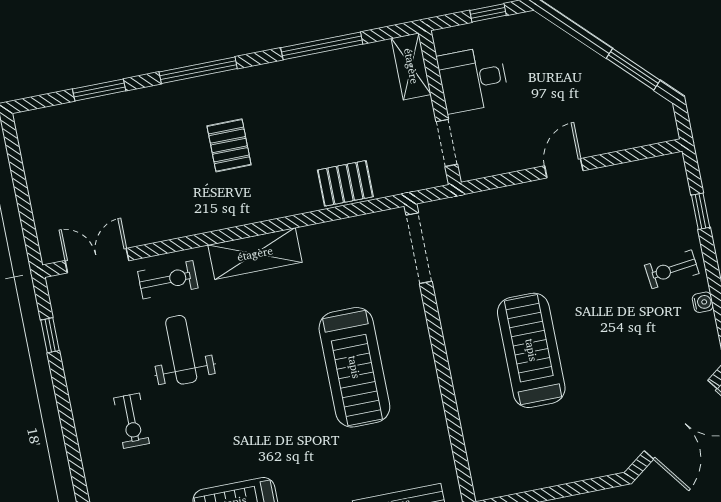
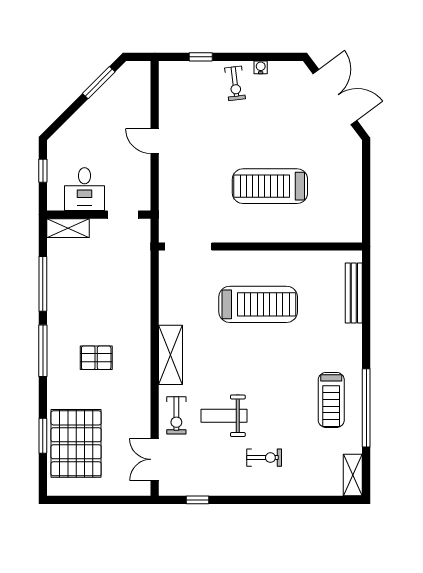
window: (198, 70) -> (43, 351), moved
pallet: (345, 183) -> (76, 443), moved, width x2.05, depth x2.00
exercise bike: (168, 280) -> (176, 415), turned 180

